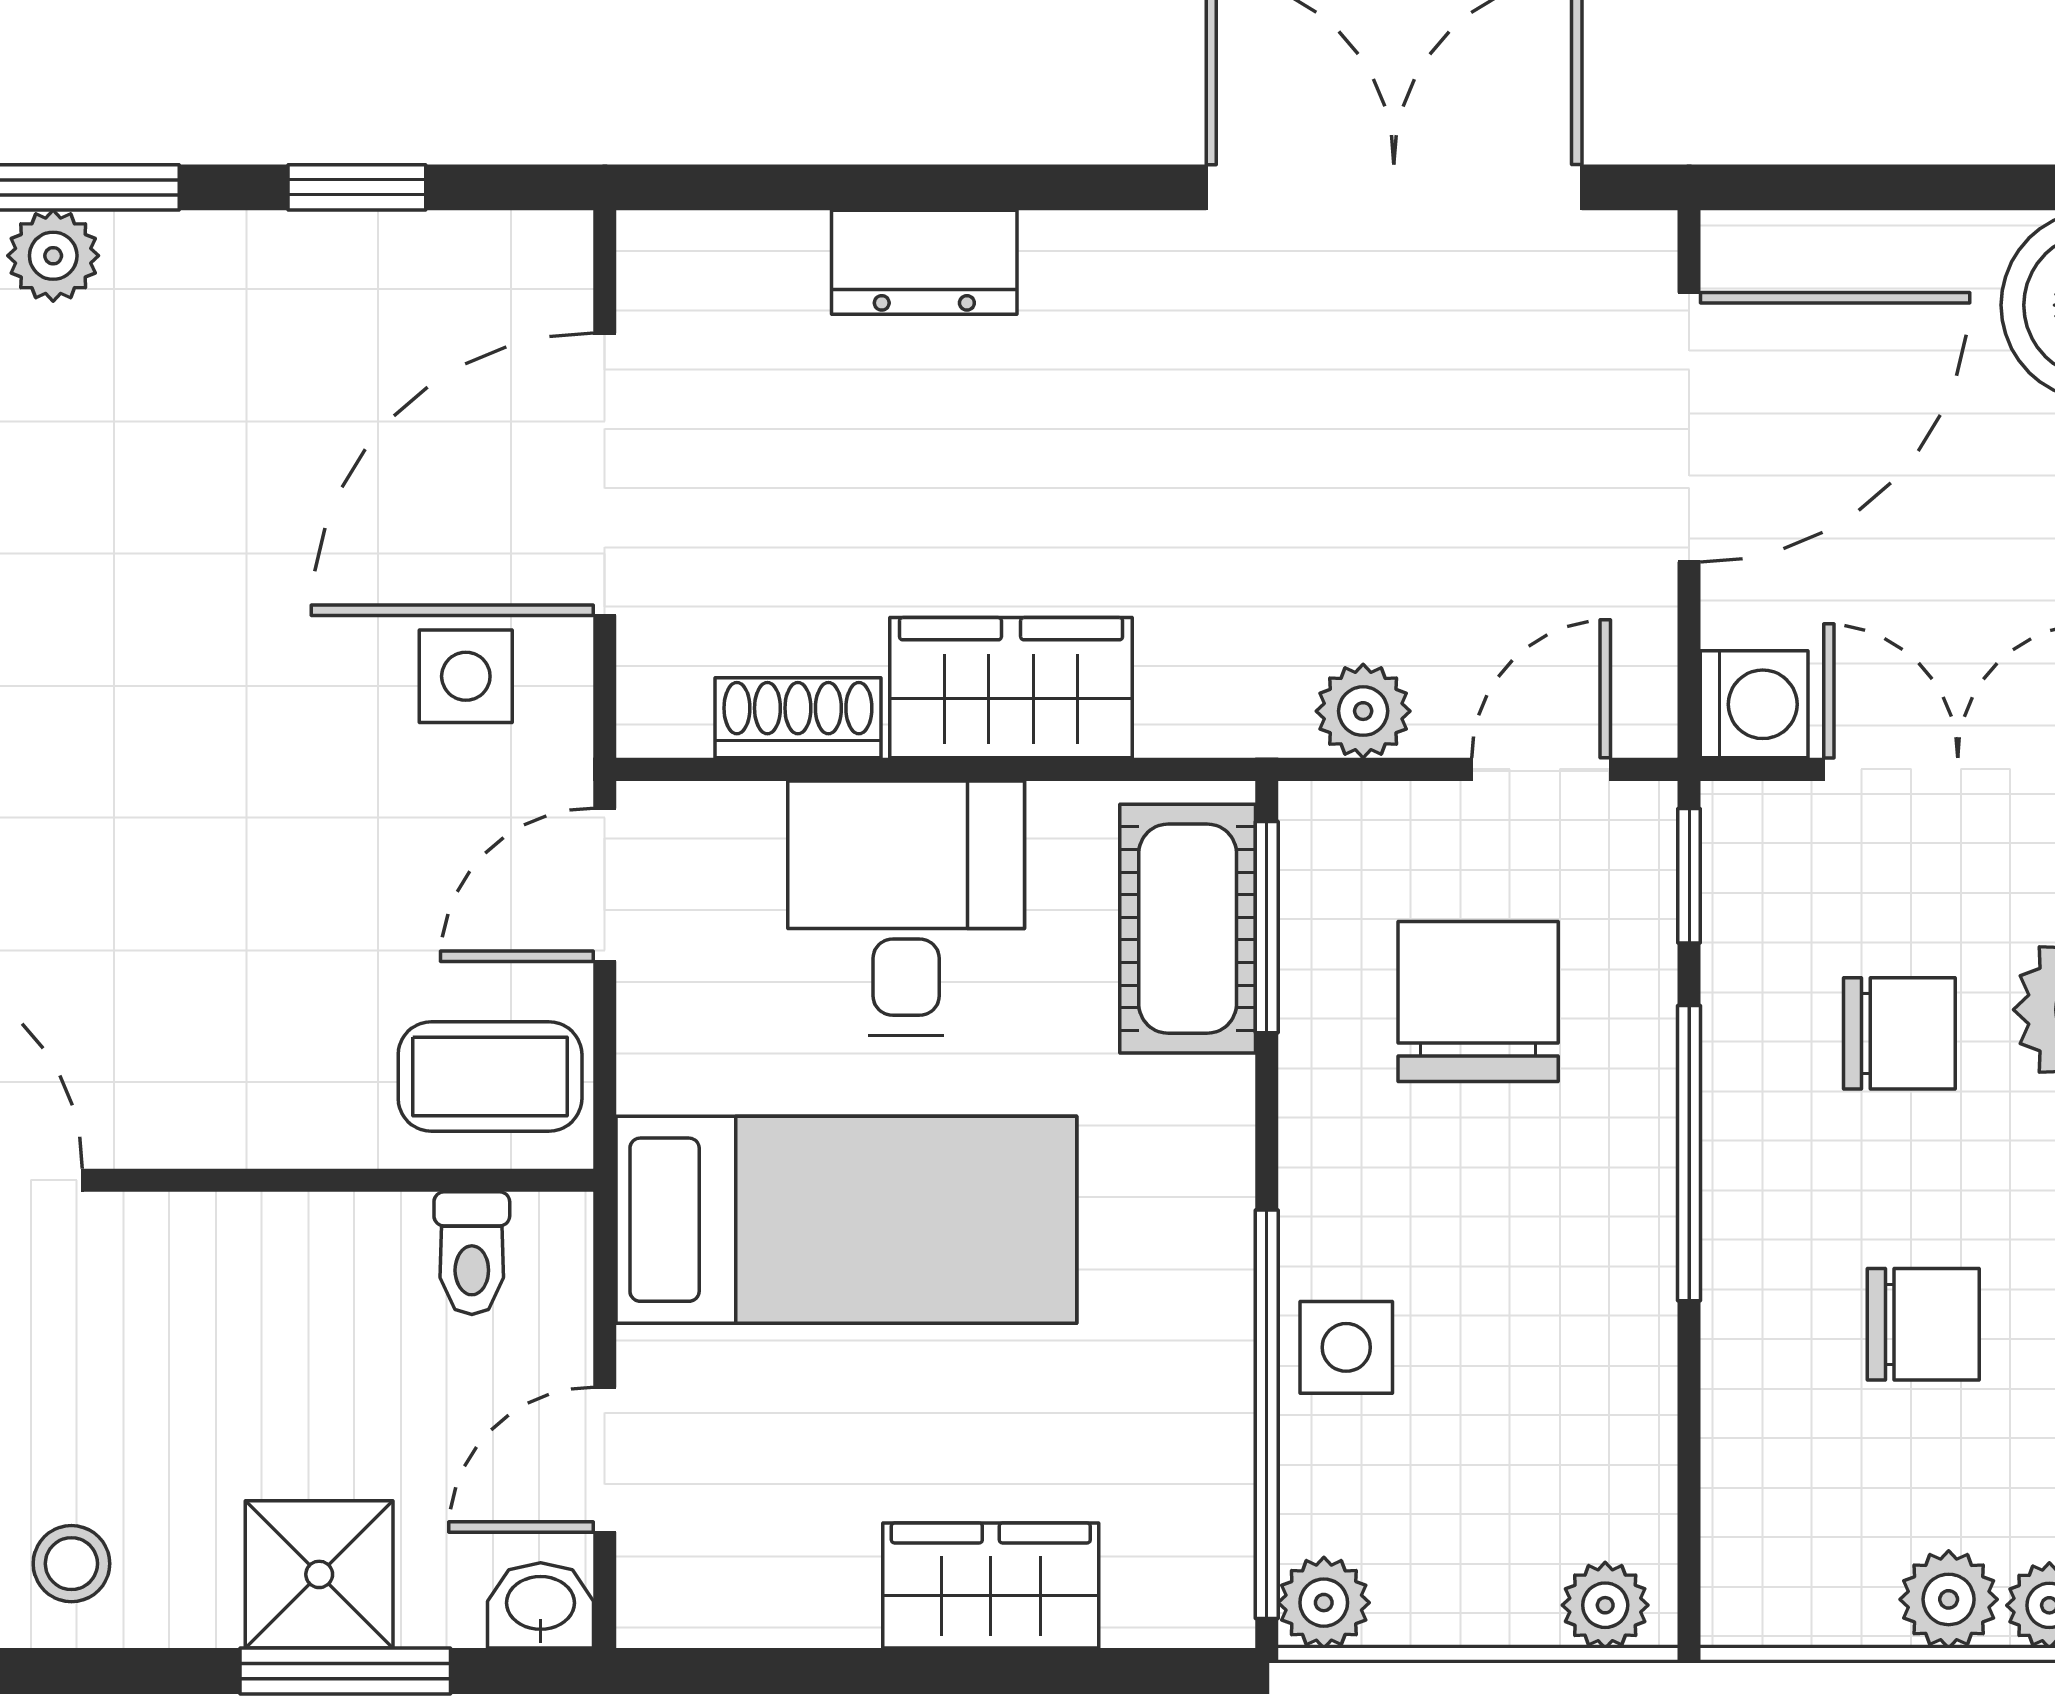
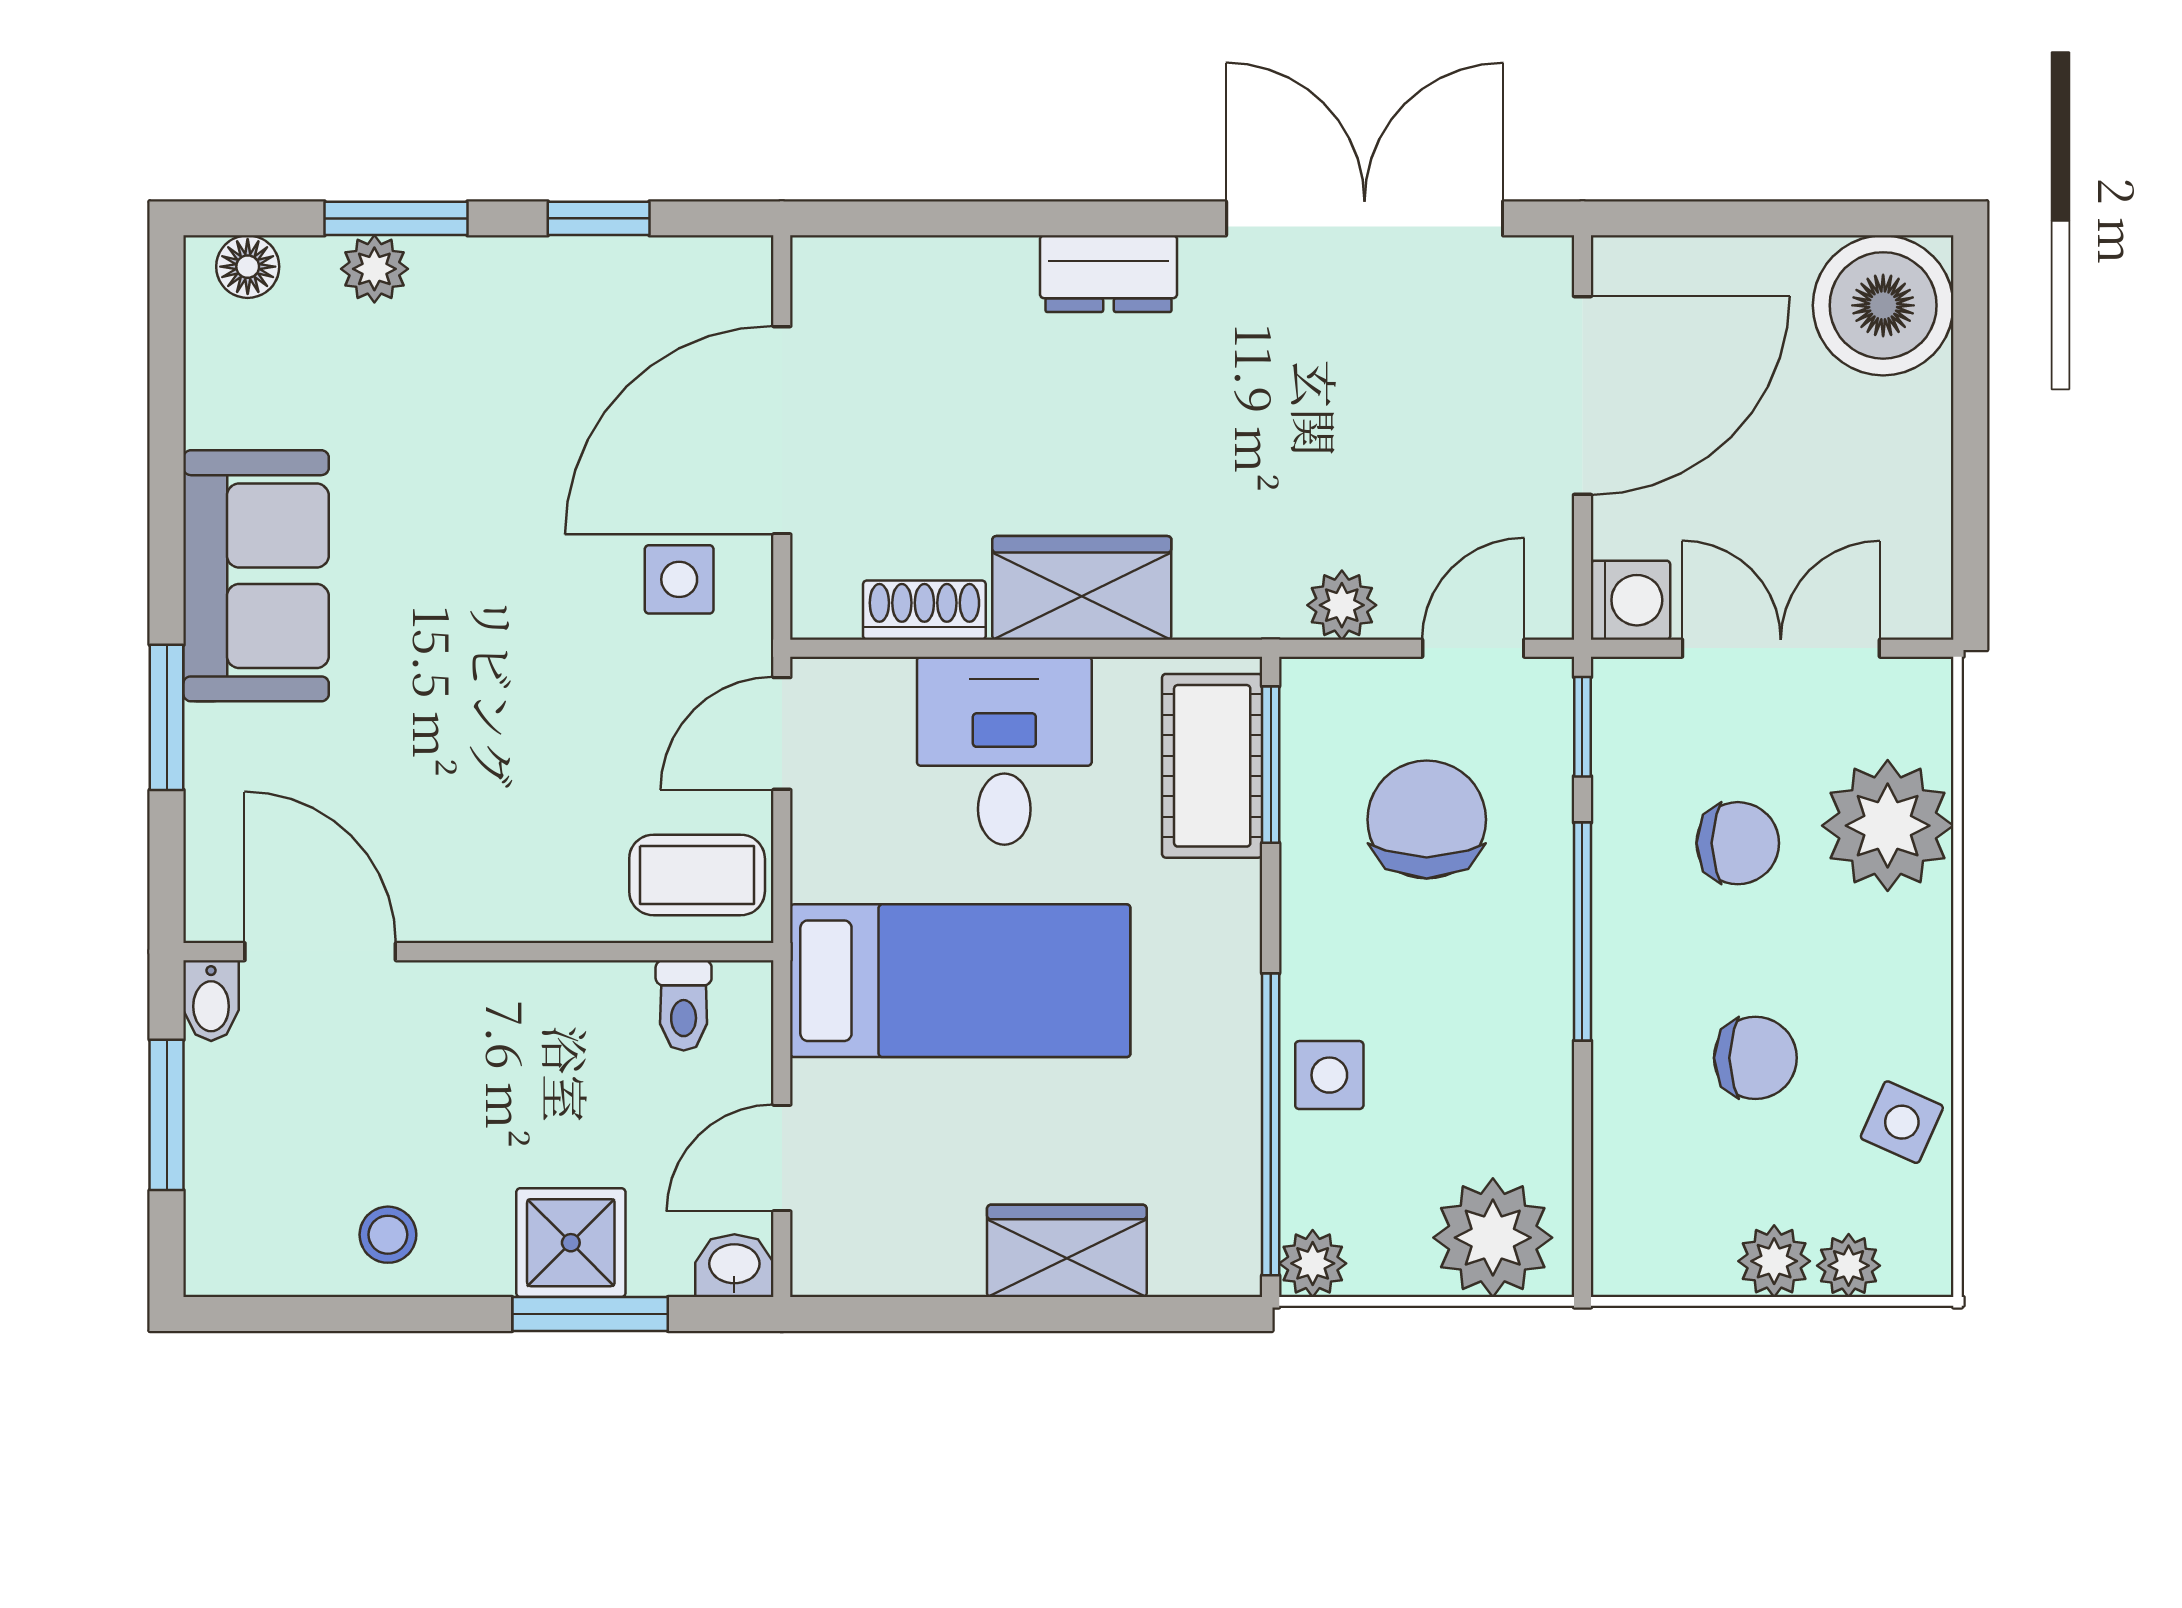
dresser: (924, 262) -> (1108, 274), moved
plant: (1605, 1605) -> (1493, 1238), width x1.88, depth x1.88

